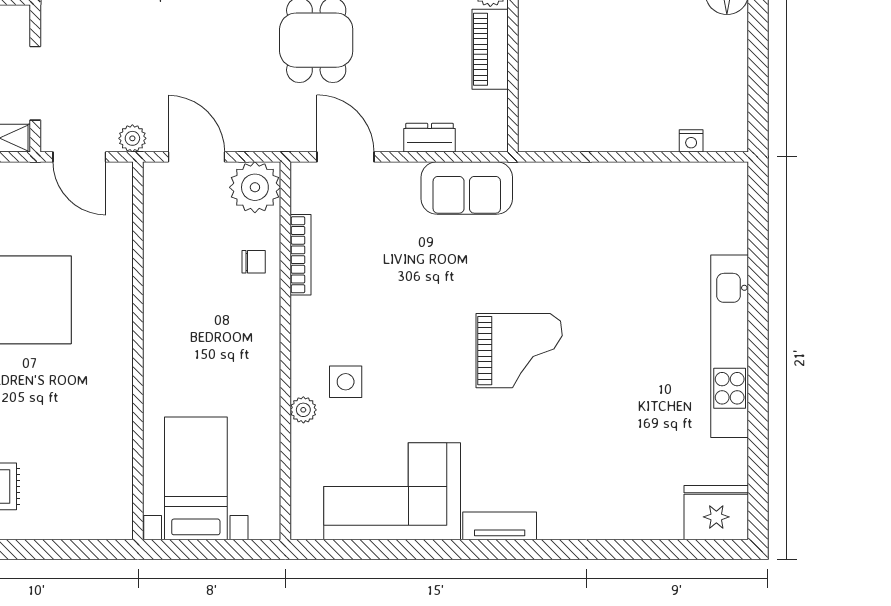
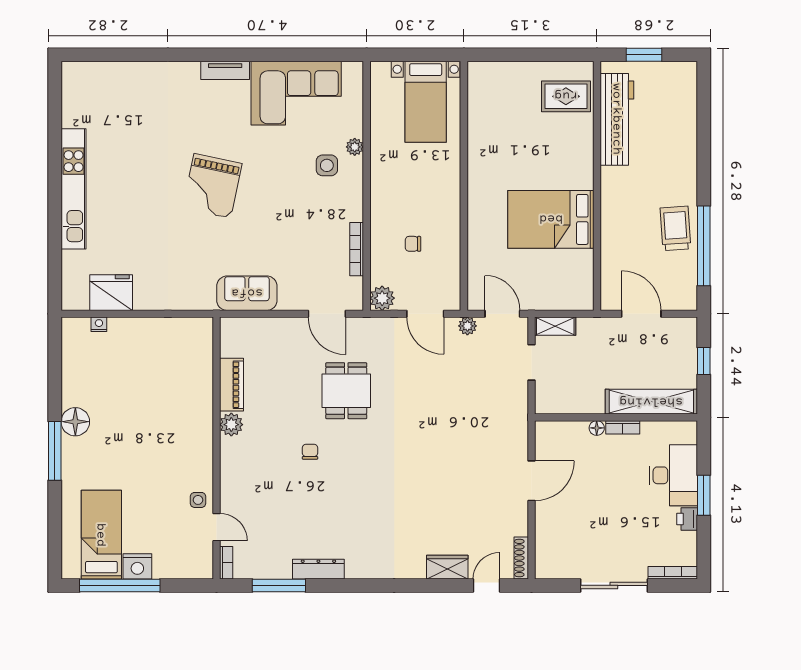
doorway: (35, 83) -> (532, 362), width x0.73
dresser: (430, 138) -> (271, 326), removed
plant: (255, 187) -> (382, 298), width x0.73, depth x0.73
chair: (254, 262) -> (413, 244), moved
grand piano: (519, 351) -> (212, 186), turned -78
fridge: (716, 513) -> (111, 293), moved, turned 180

